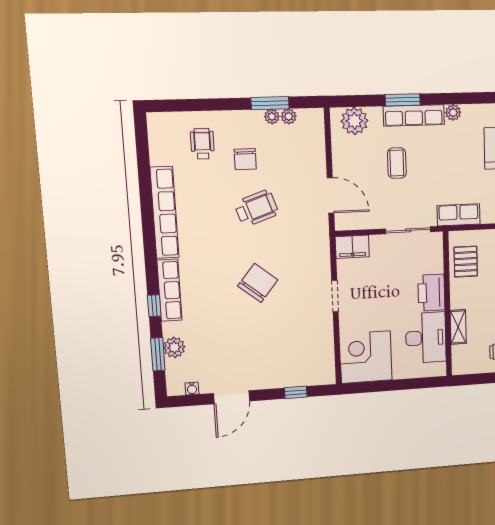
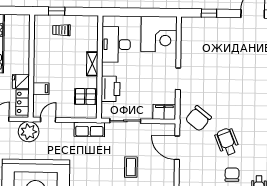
wheelchair: (256, 208) -> (227, 142), turned 87
pallet: (466, 262) -> (85, 96), turned 90
chair: (258, 283) -> (198, 118), moved
printer: (431, 293) -> (110, 89), moved
shelving: (458, 327) -> (92, 64), moved

